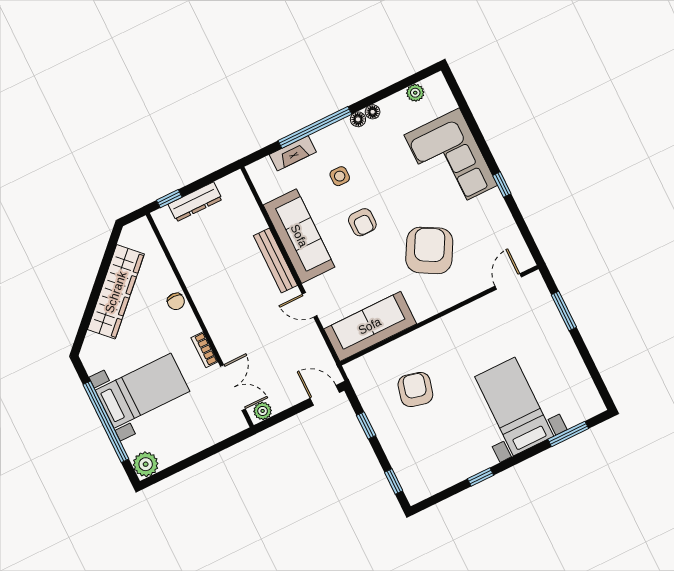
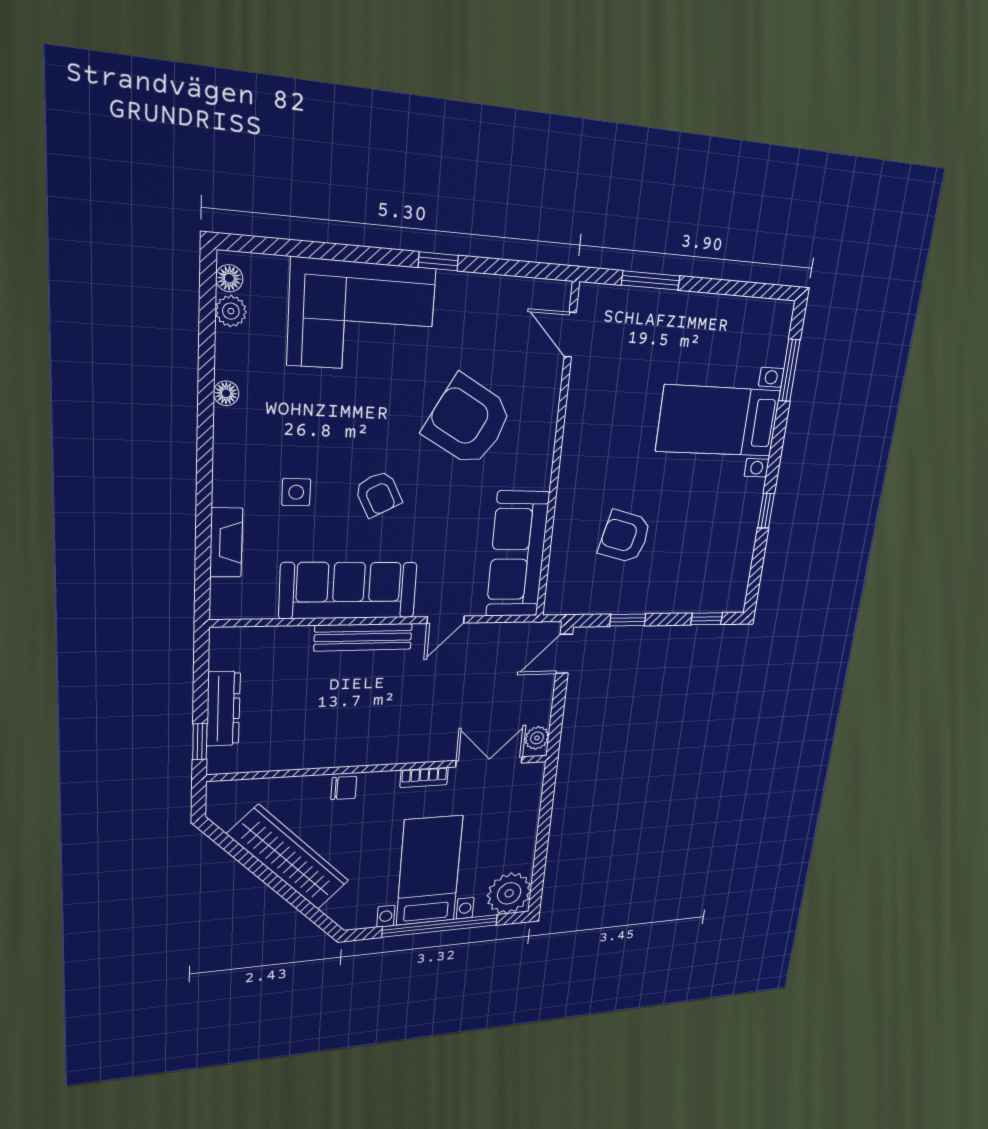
floor lamp: (358, 119) -> (229, 278), moved
window: (315, 127) -> (204, 492), removed
armchair: (362, 222) -> (378, 494), turned 63
plant: (146, 464) -> (509, 893), width x1.36, depth x1.36

